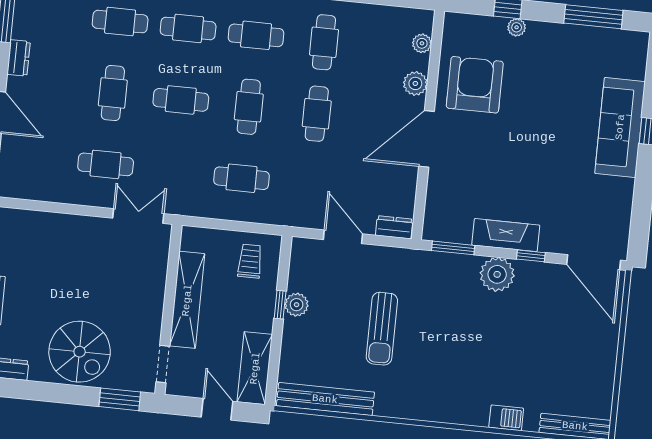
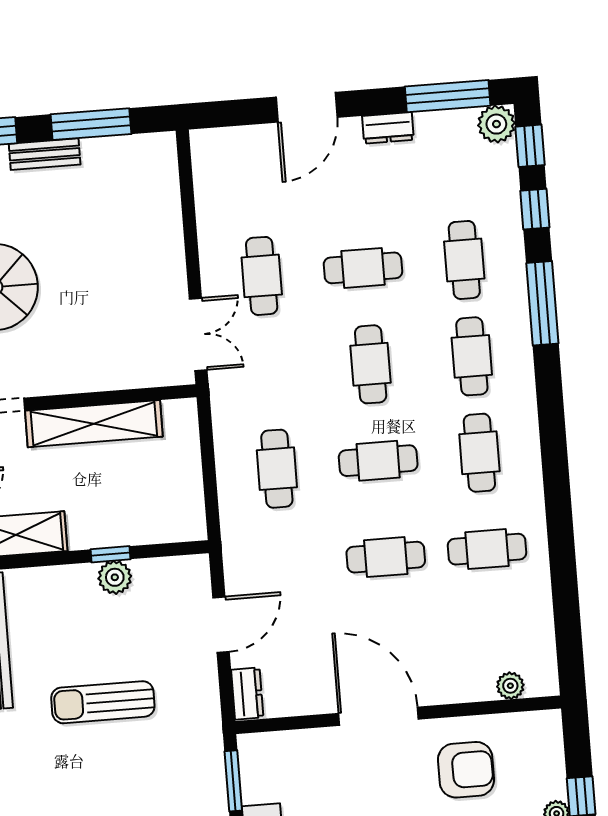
plant: (415, 83) -> (453, 687), removed
armchair: (475, 85) -> (466, 770), width x0.73, depth x0.73
trolley: (250, 261) -> (164, 501), removed

